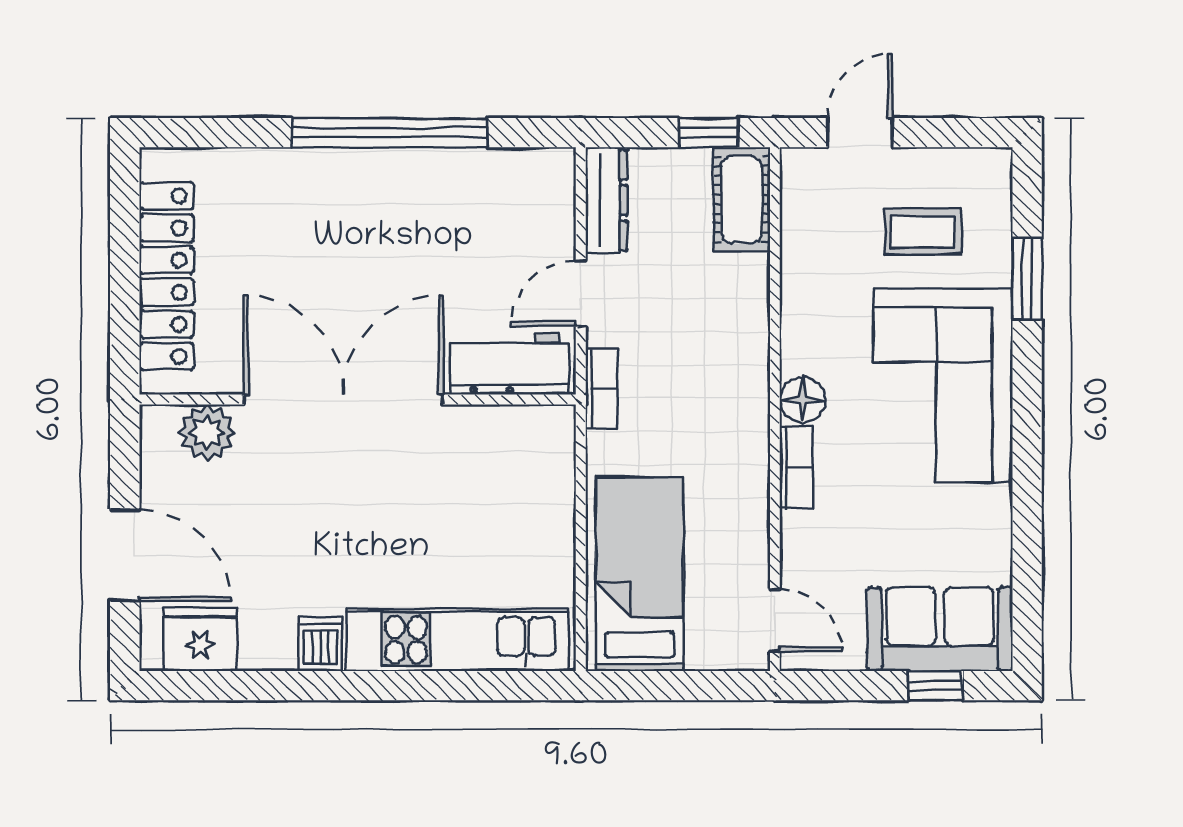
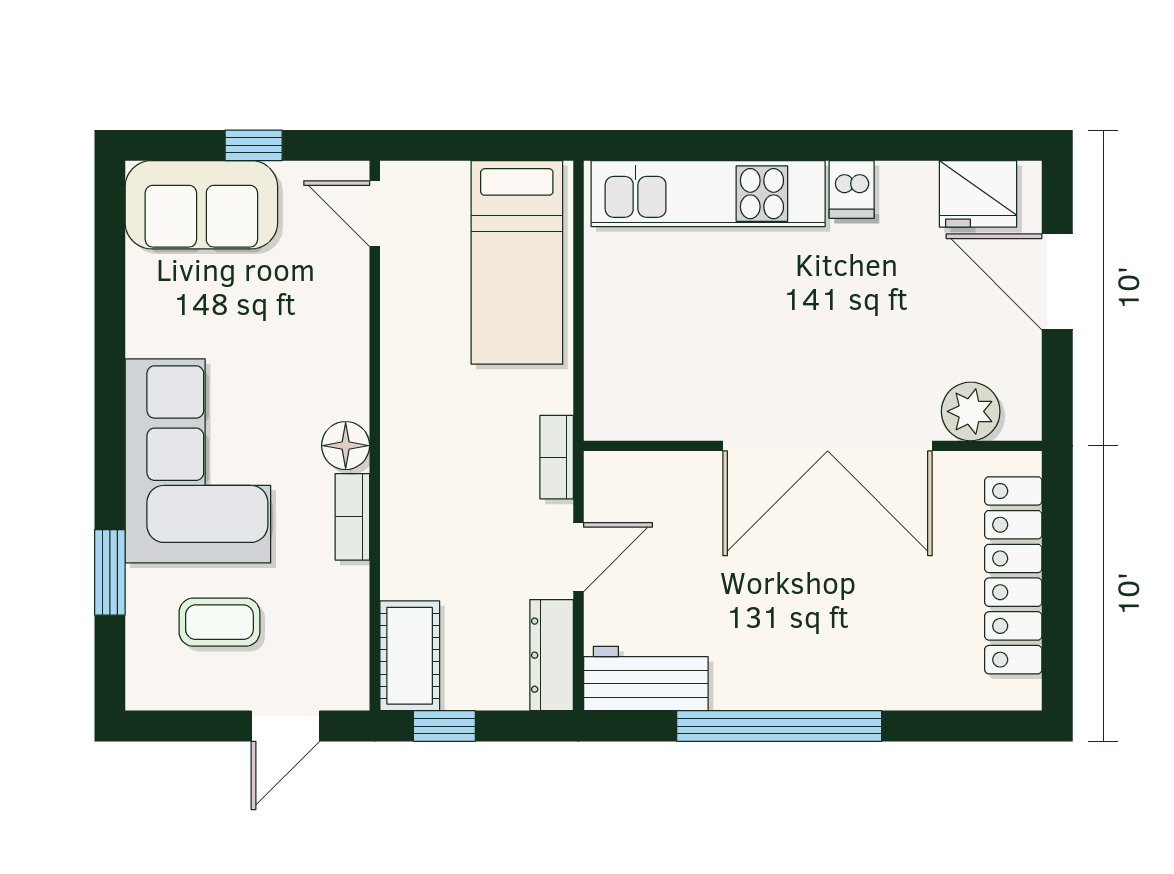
workbench: (509, 364) -> (646, 679), moved, turned 180
bookcase: (796, 468) -> (352, 517), moved
window: (936, 686) -> (254, 145), moved

